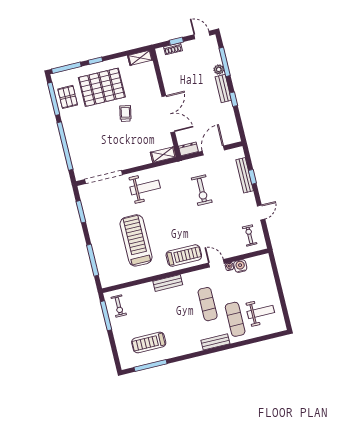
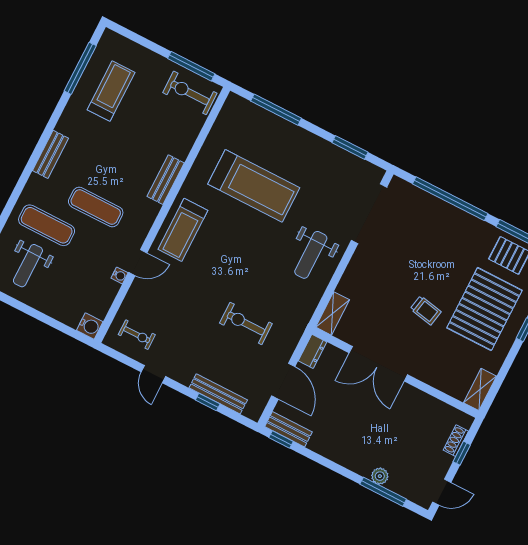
bench: (223, 88) -> (288, 429), moved
window: (234, 99) -> (281, 439), moved
water cooler: (240, 266) -> (90, 326), moved
exercise bike: (119, 306) -> (190, 93), width x1.38, depth x1.39
bench: (215, 342) -> (50, 154), moved

